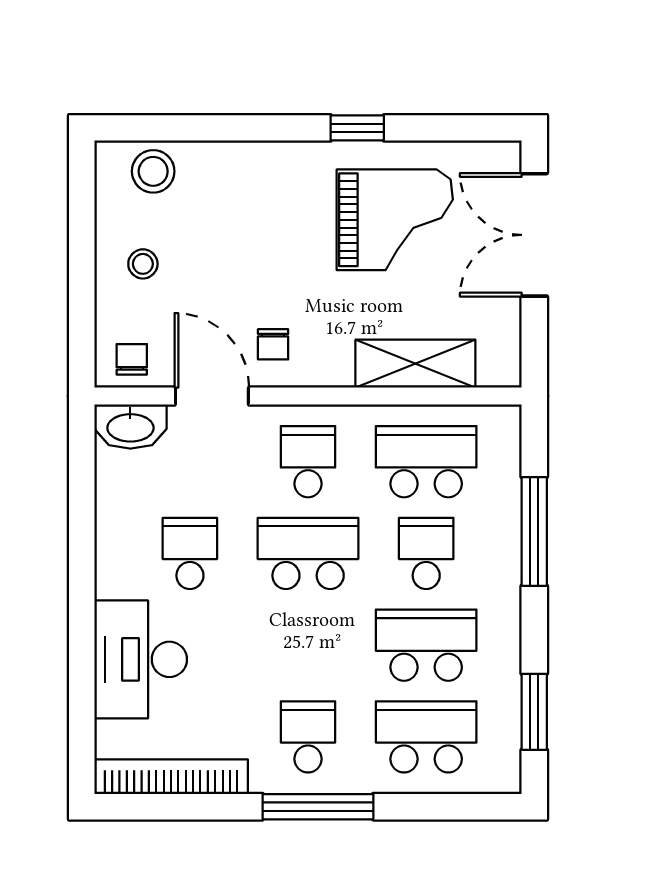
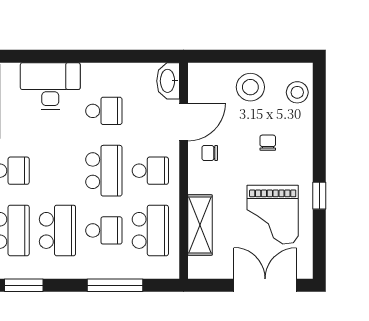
stool: (143, 264) -> (250, 87), width x1.89, depth x1.89
chair: (132, 359) -> (268, 143), moved, turned -90

